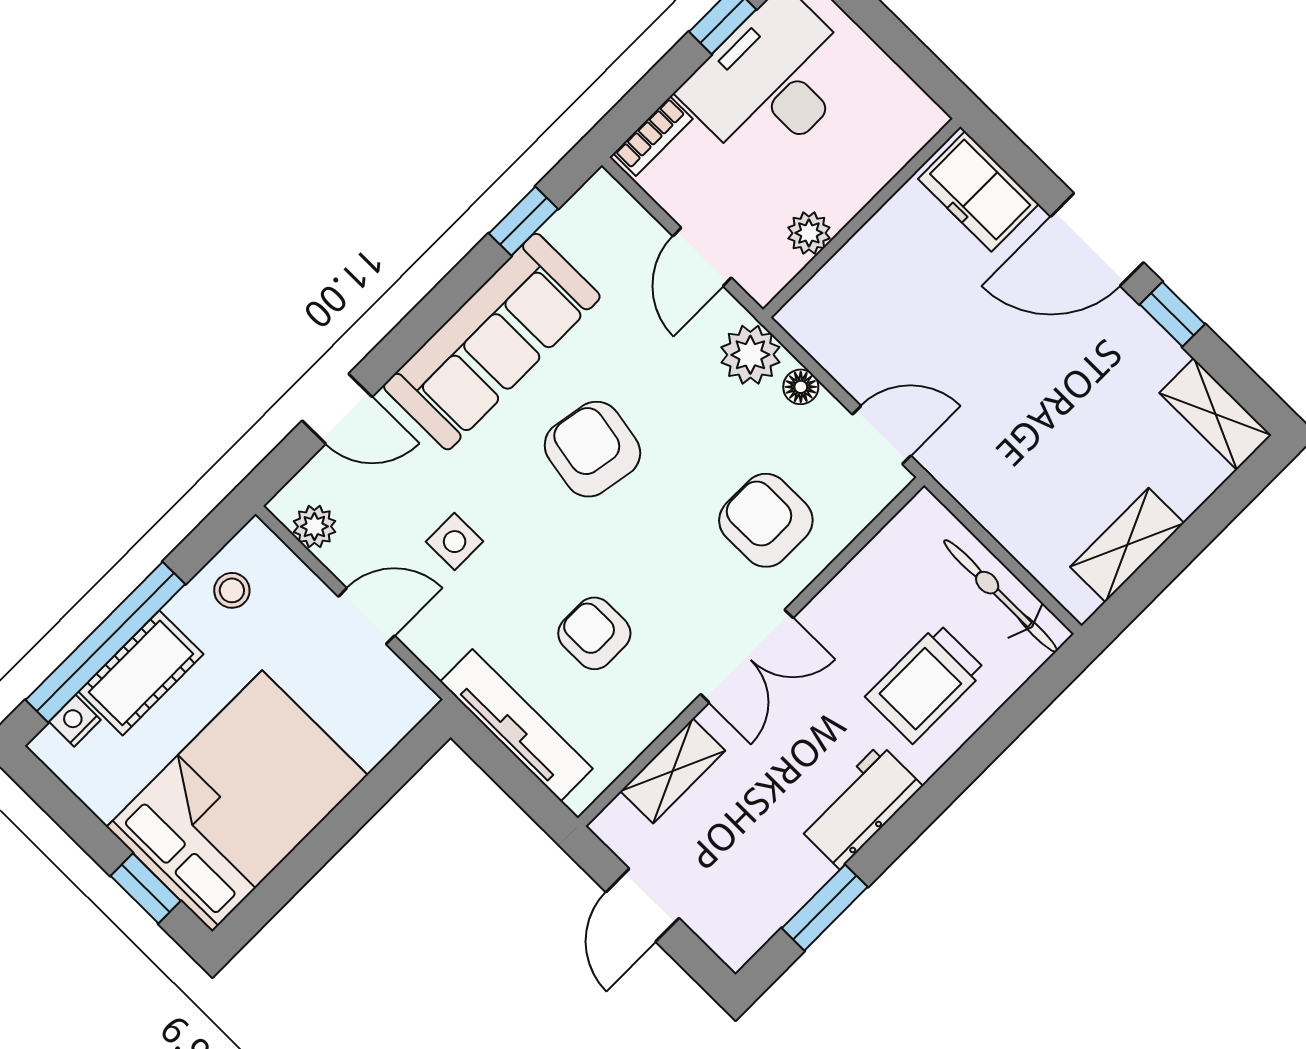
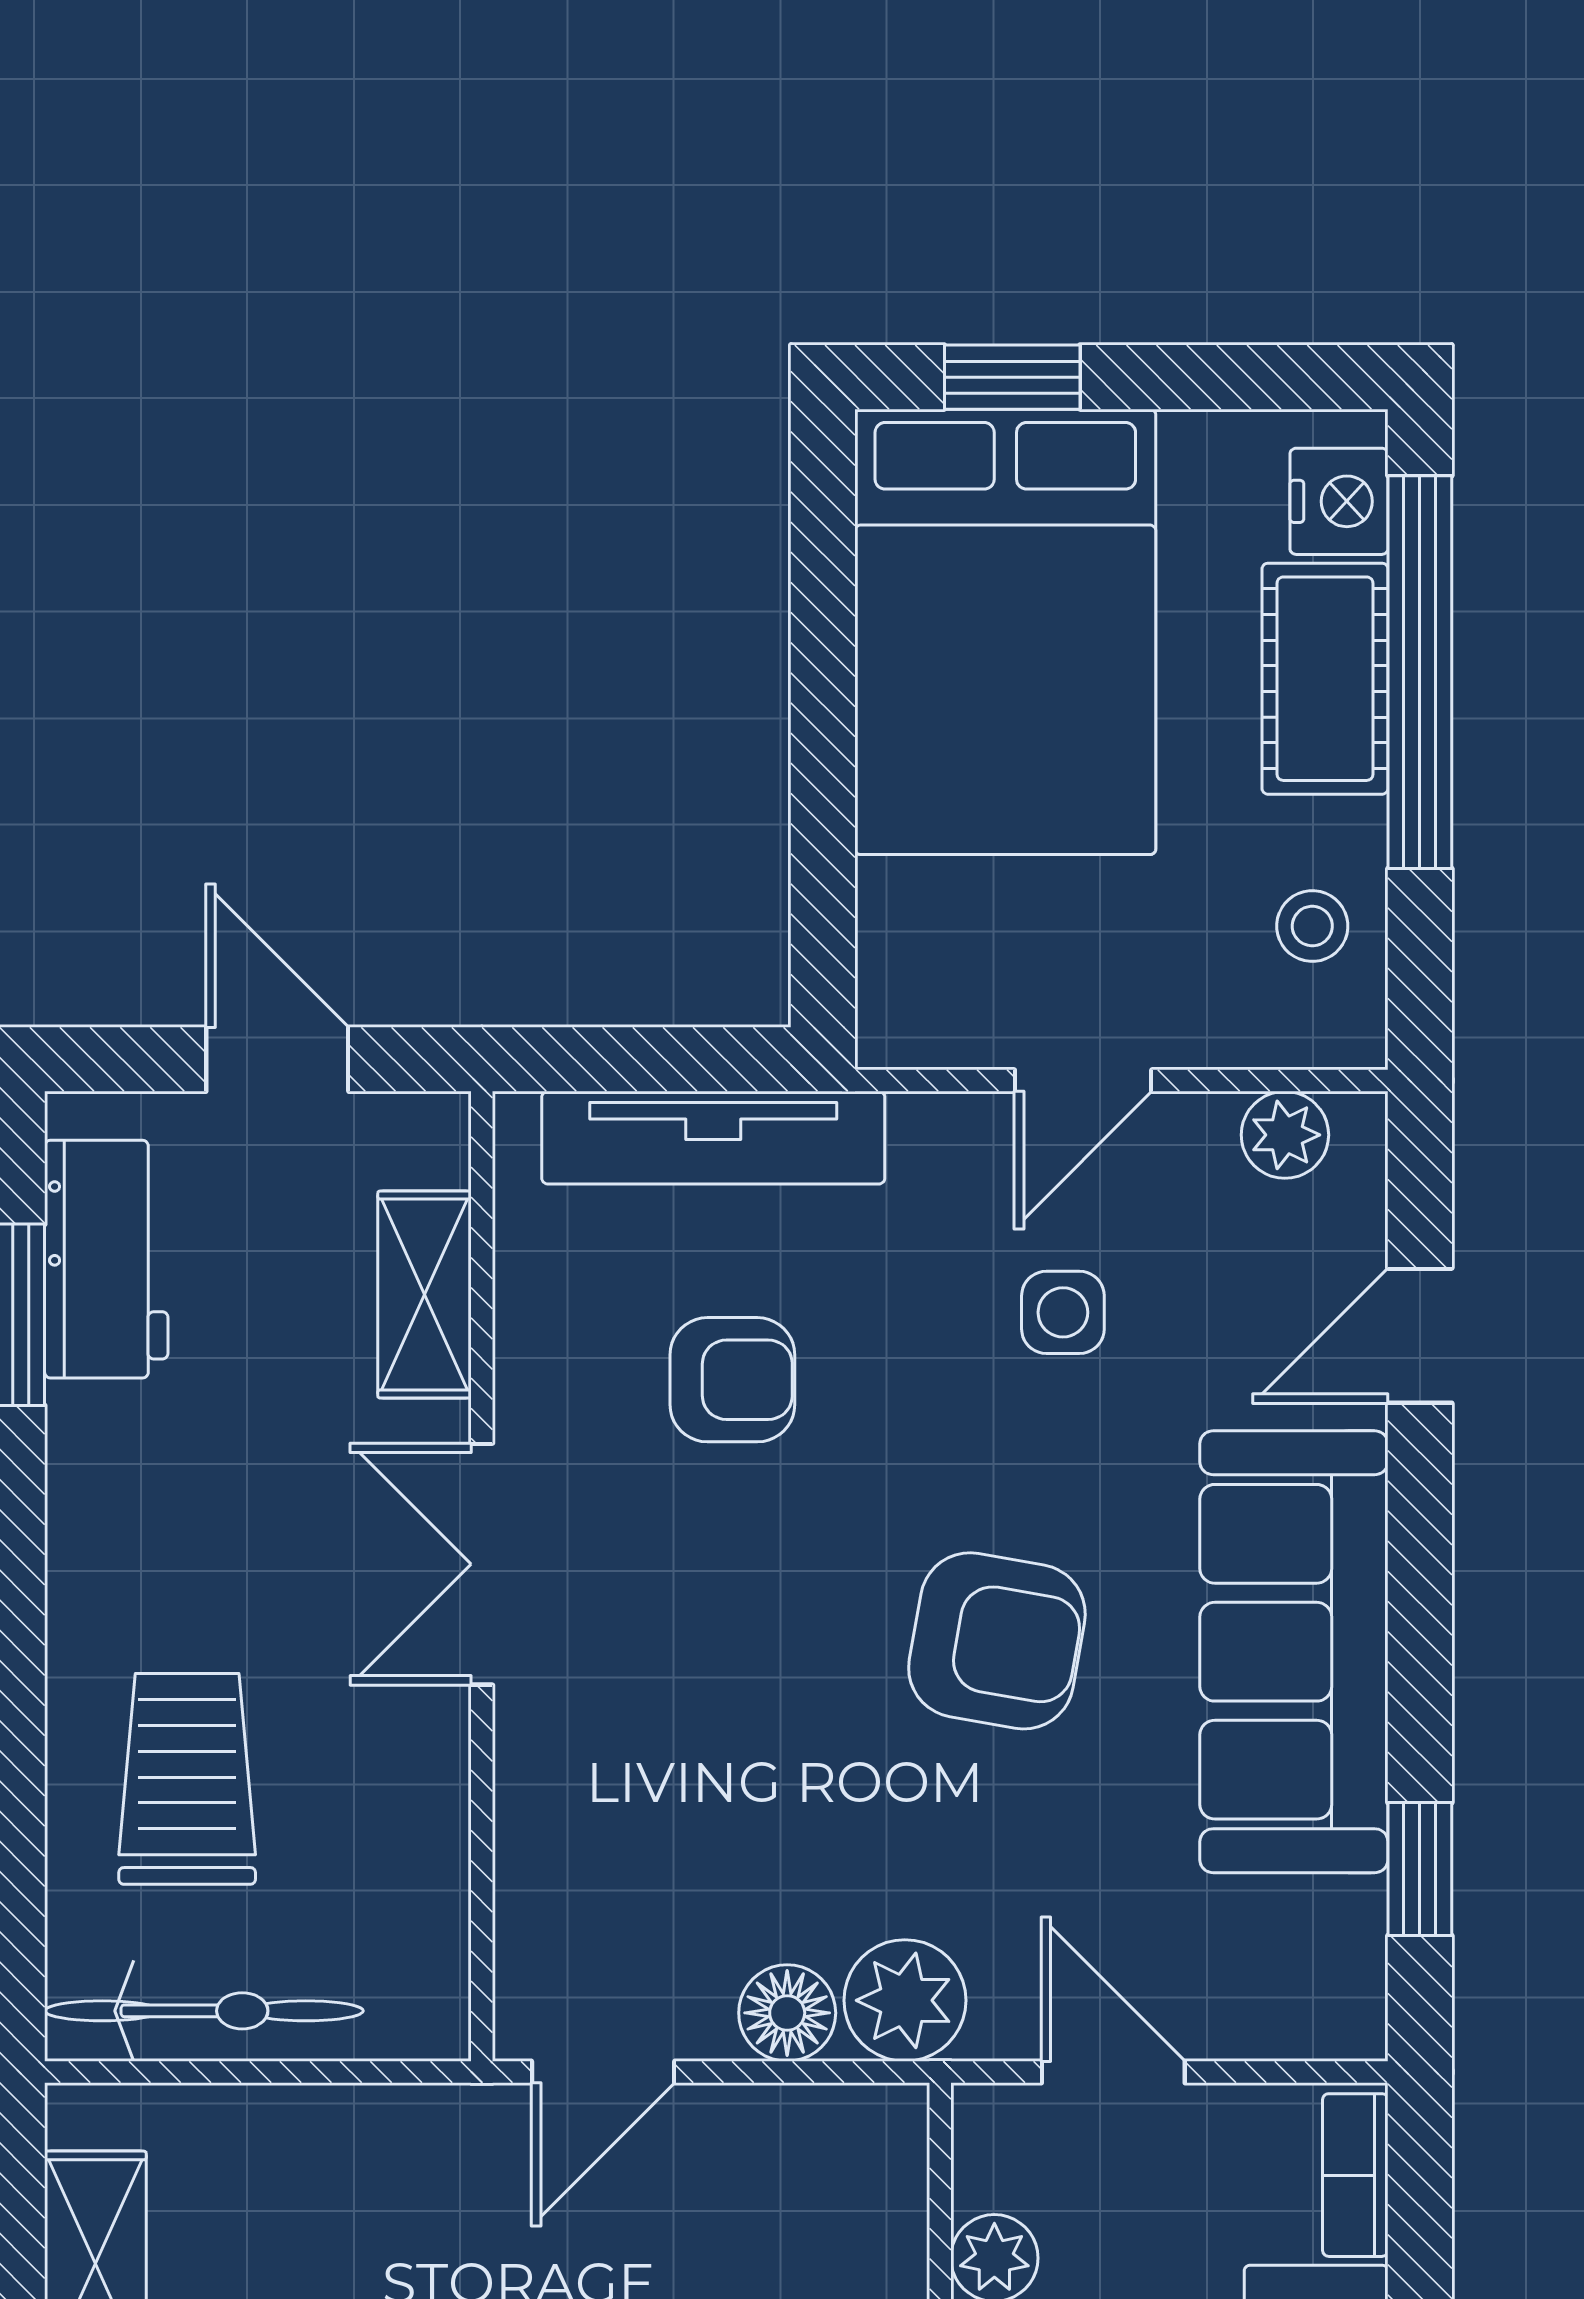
floor lamp: (801, 387) -> (787, 2013), width x1.37, depth x1.37
armchair: (766, 520) -> (647, 1785), removed
nightstand: (75, 721) -> (1339, 501), width x1.39, depth x1.35
workbench: (860, 806) -> (106, 1259), moved

